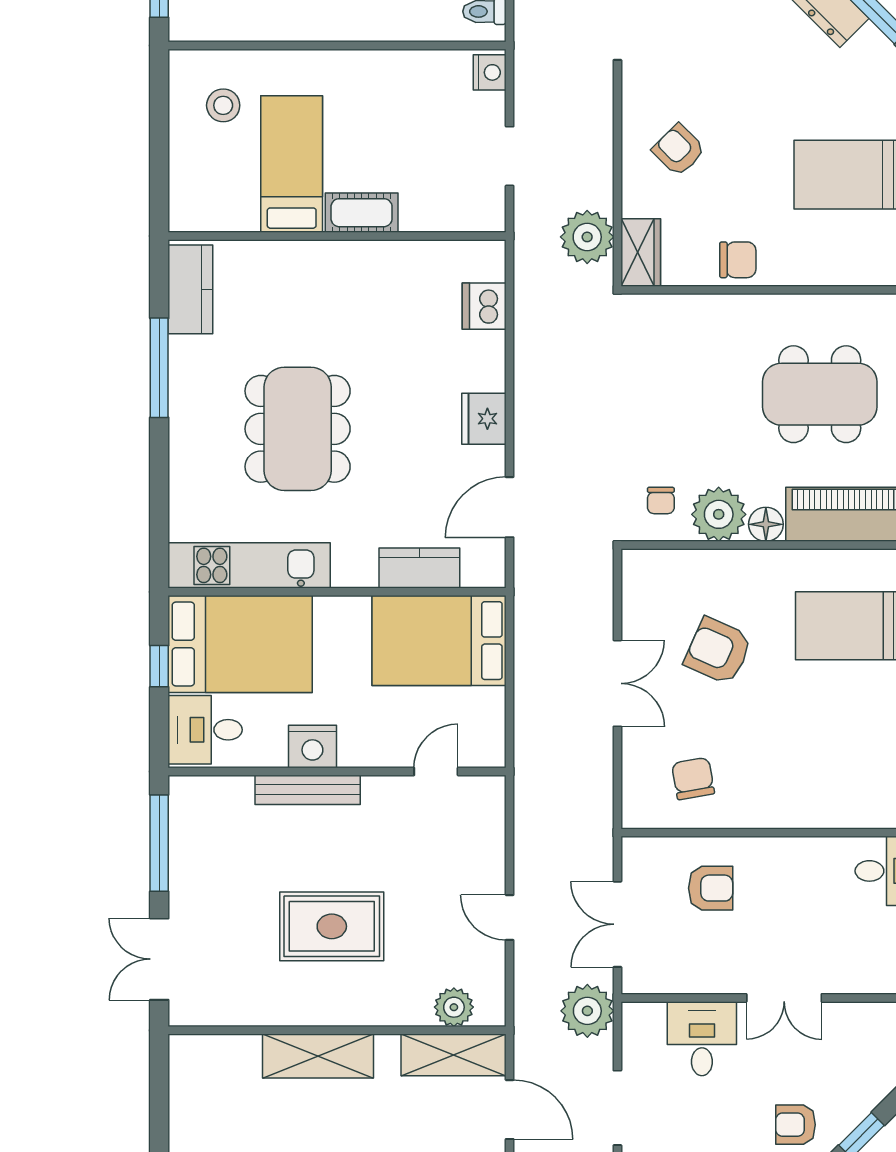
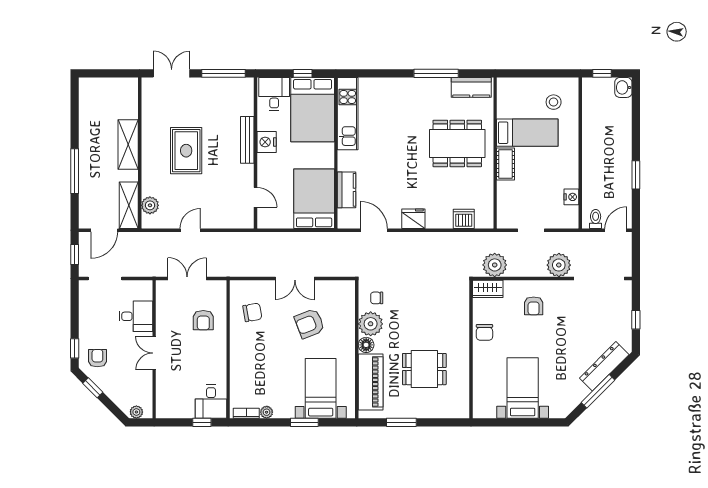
nightstand: (490, 72) -> (571, 197), moved, turned -90
armchair: (679, 150) -> (534, 306), turned 135
dining table: (820, 394) -> (424, 369), width x0.73
dining table: (298, 429) -> (457, 143), moved
armchair: (718, 651) -> (309, 324), turned -135
plant: (587, 1011) -> (559, 265), moved

